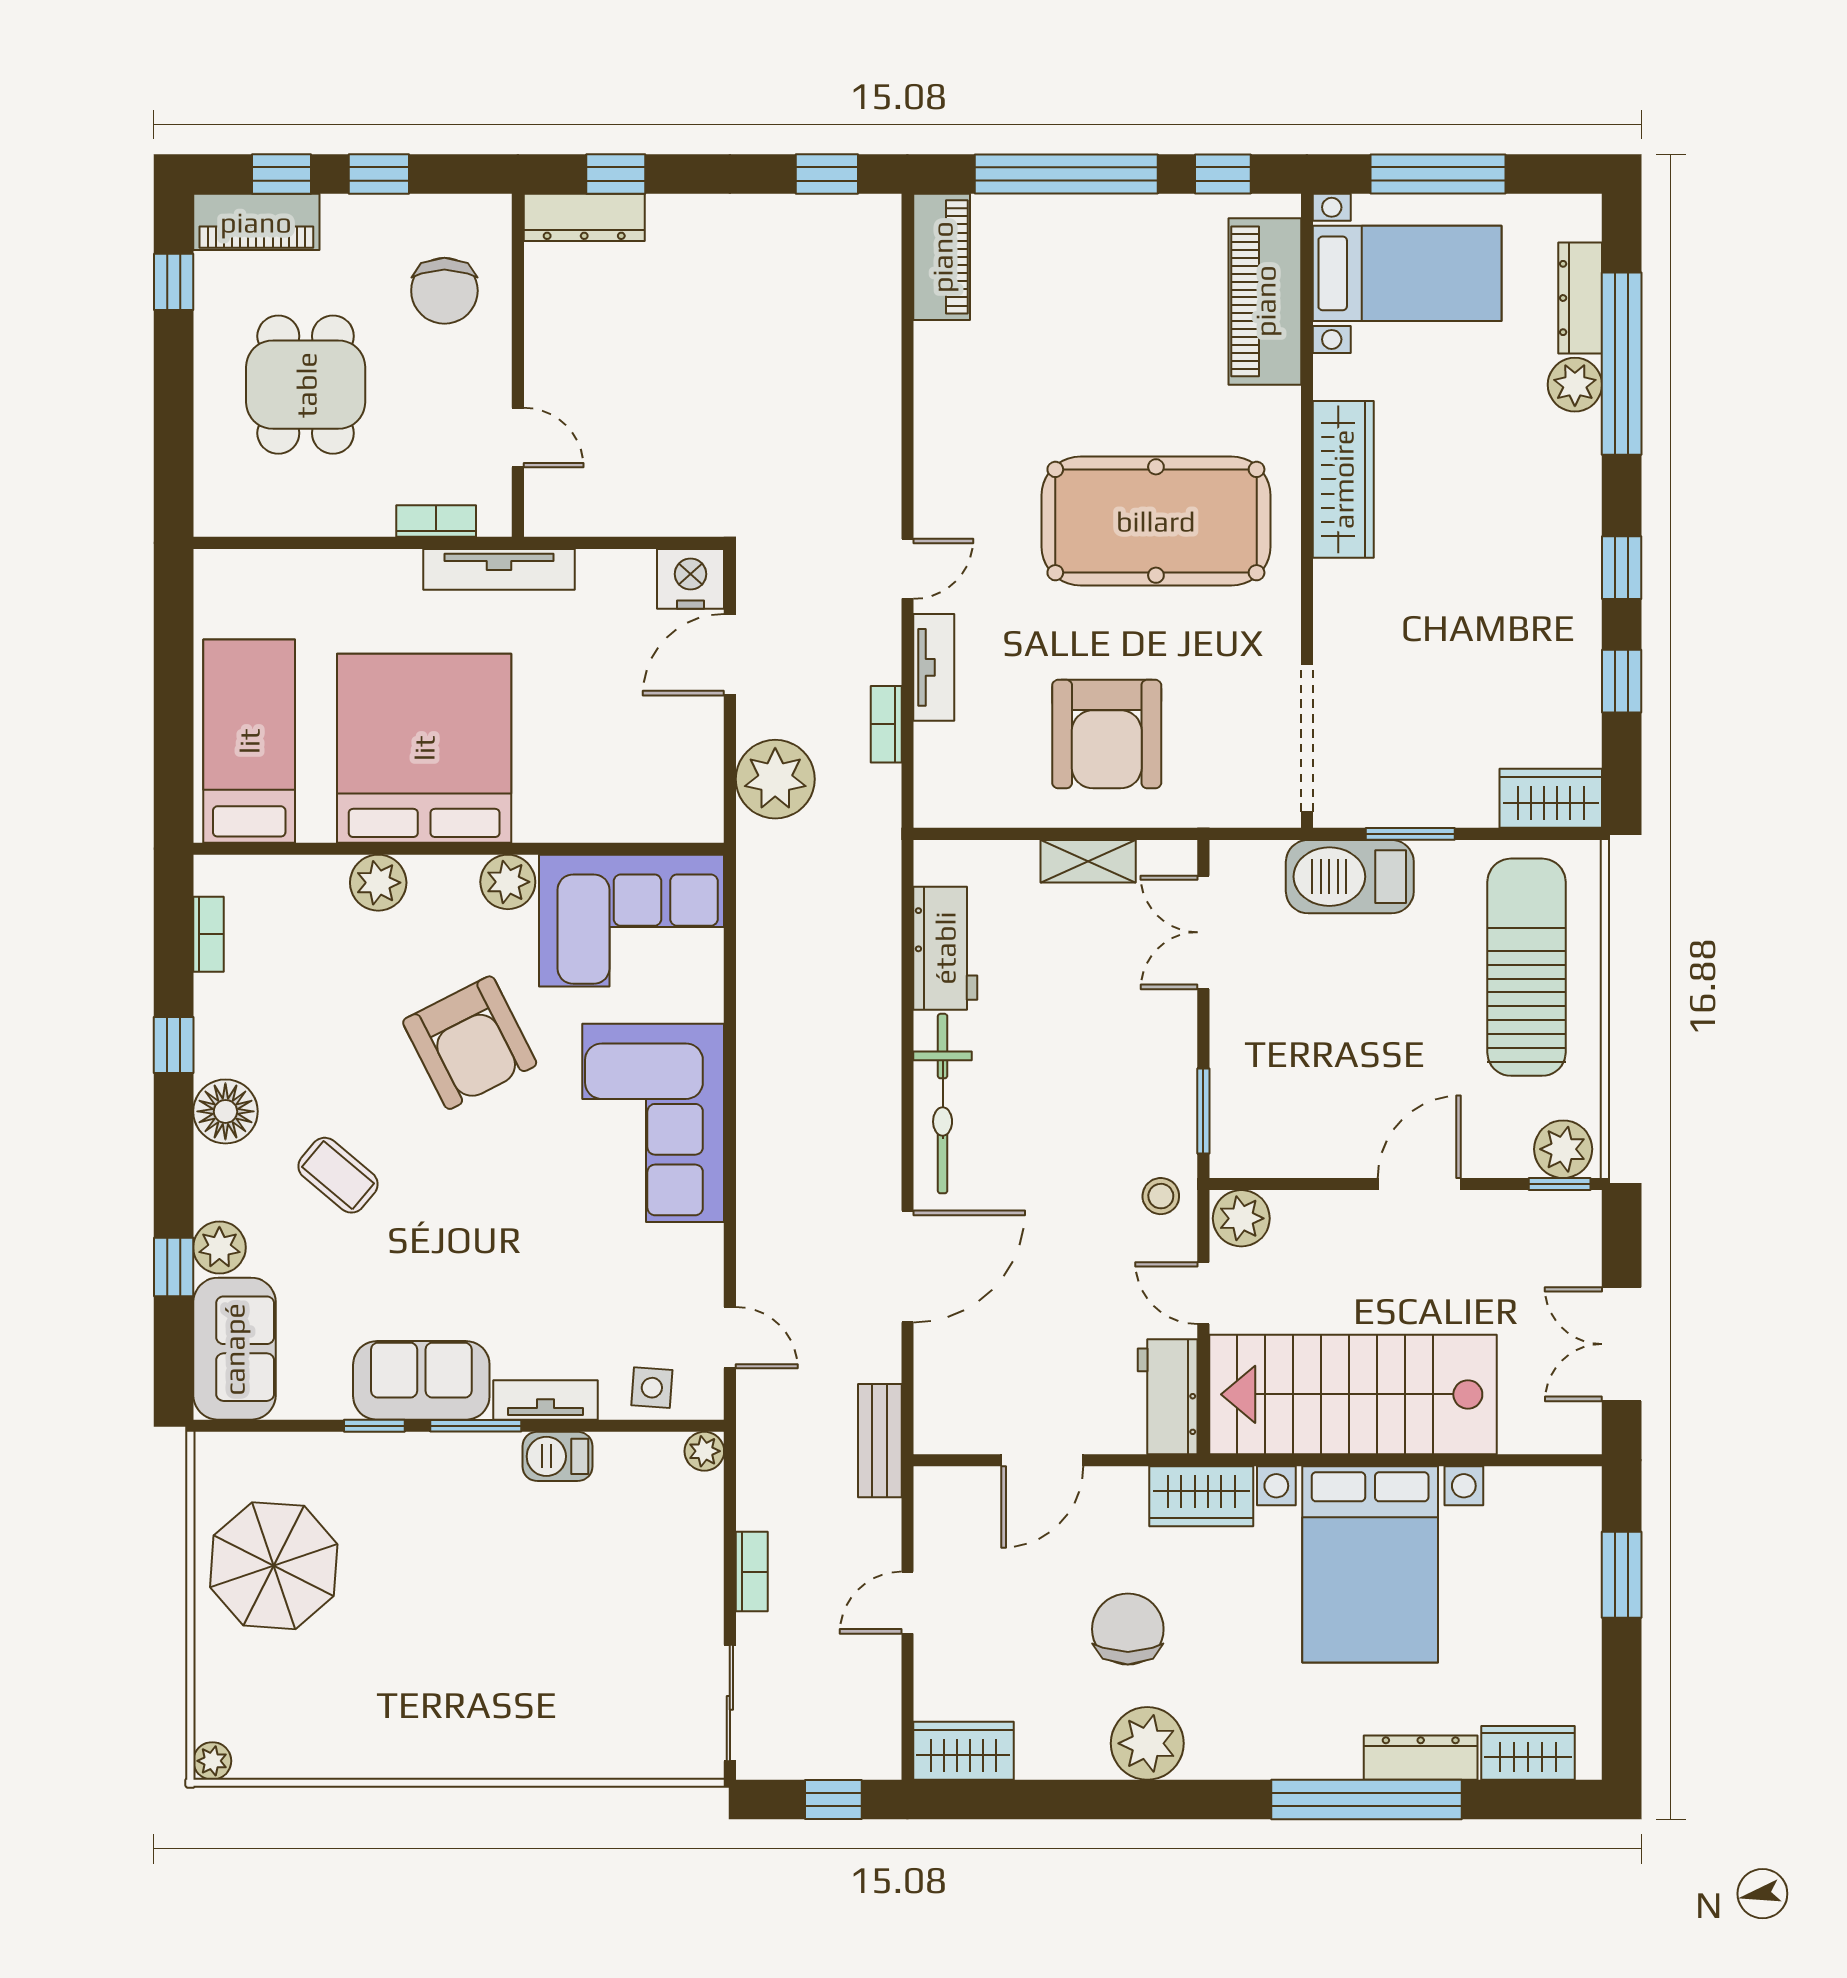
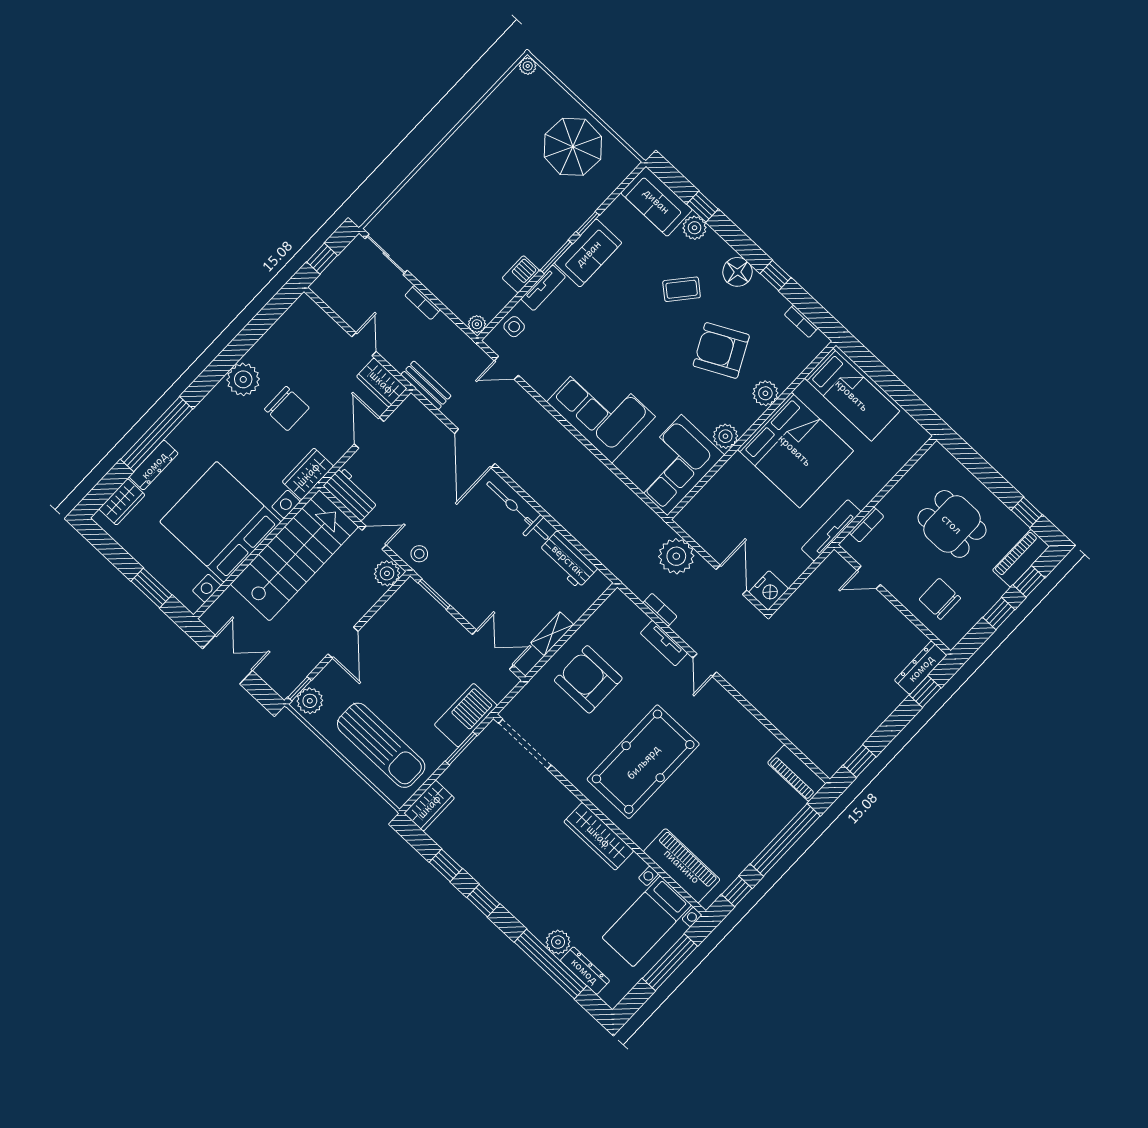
armchair: (470, 1043) -> (721, 350), moved
bed with nightstands: (1370, 1564) -> (220, 522), width x1.36
wardrobe: (963, 1751) -> (382, 382), moved, turned 90

